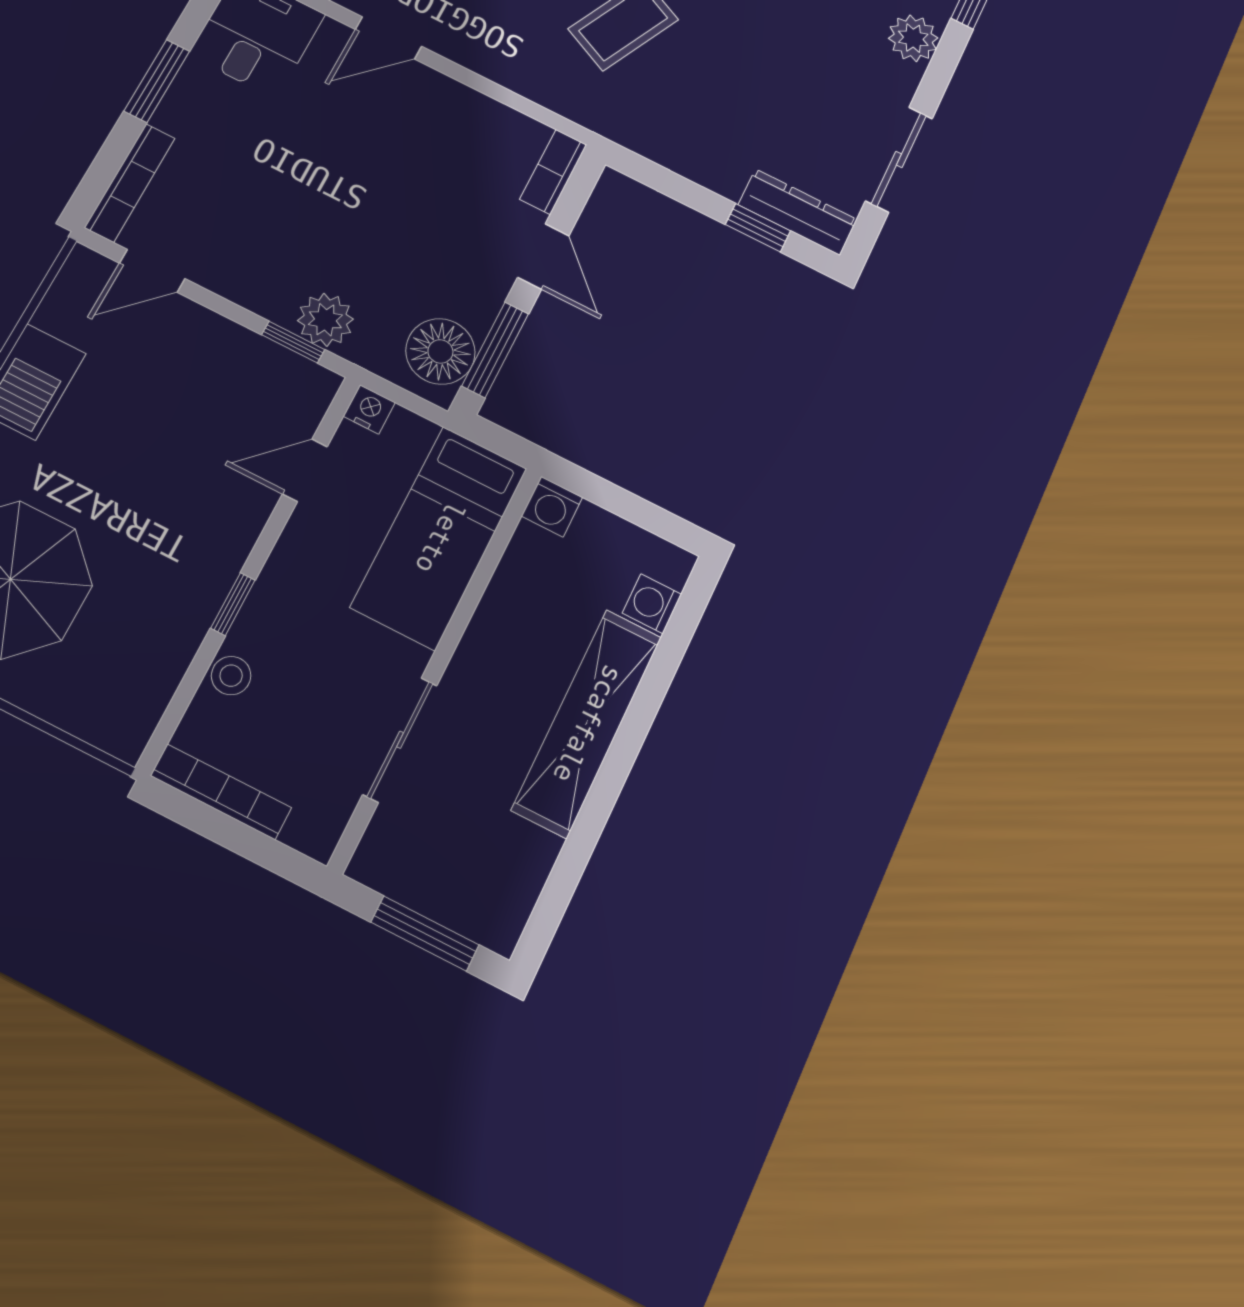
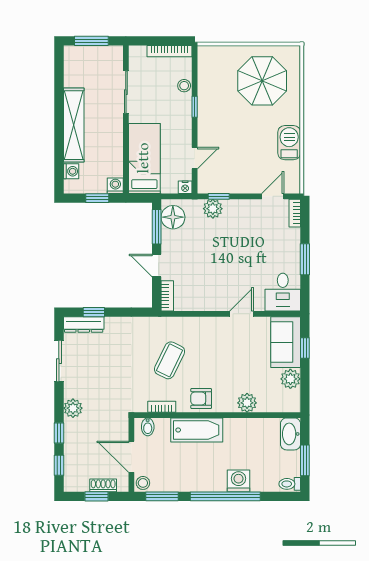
bookcase: (130, 183) -> (295, 213), width x0.64
window: (615, 499) -> (97, 198), added

